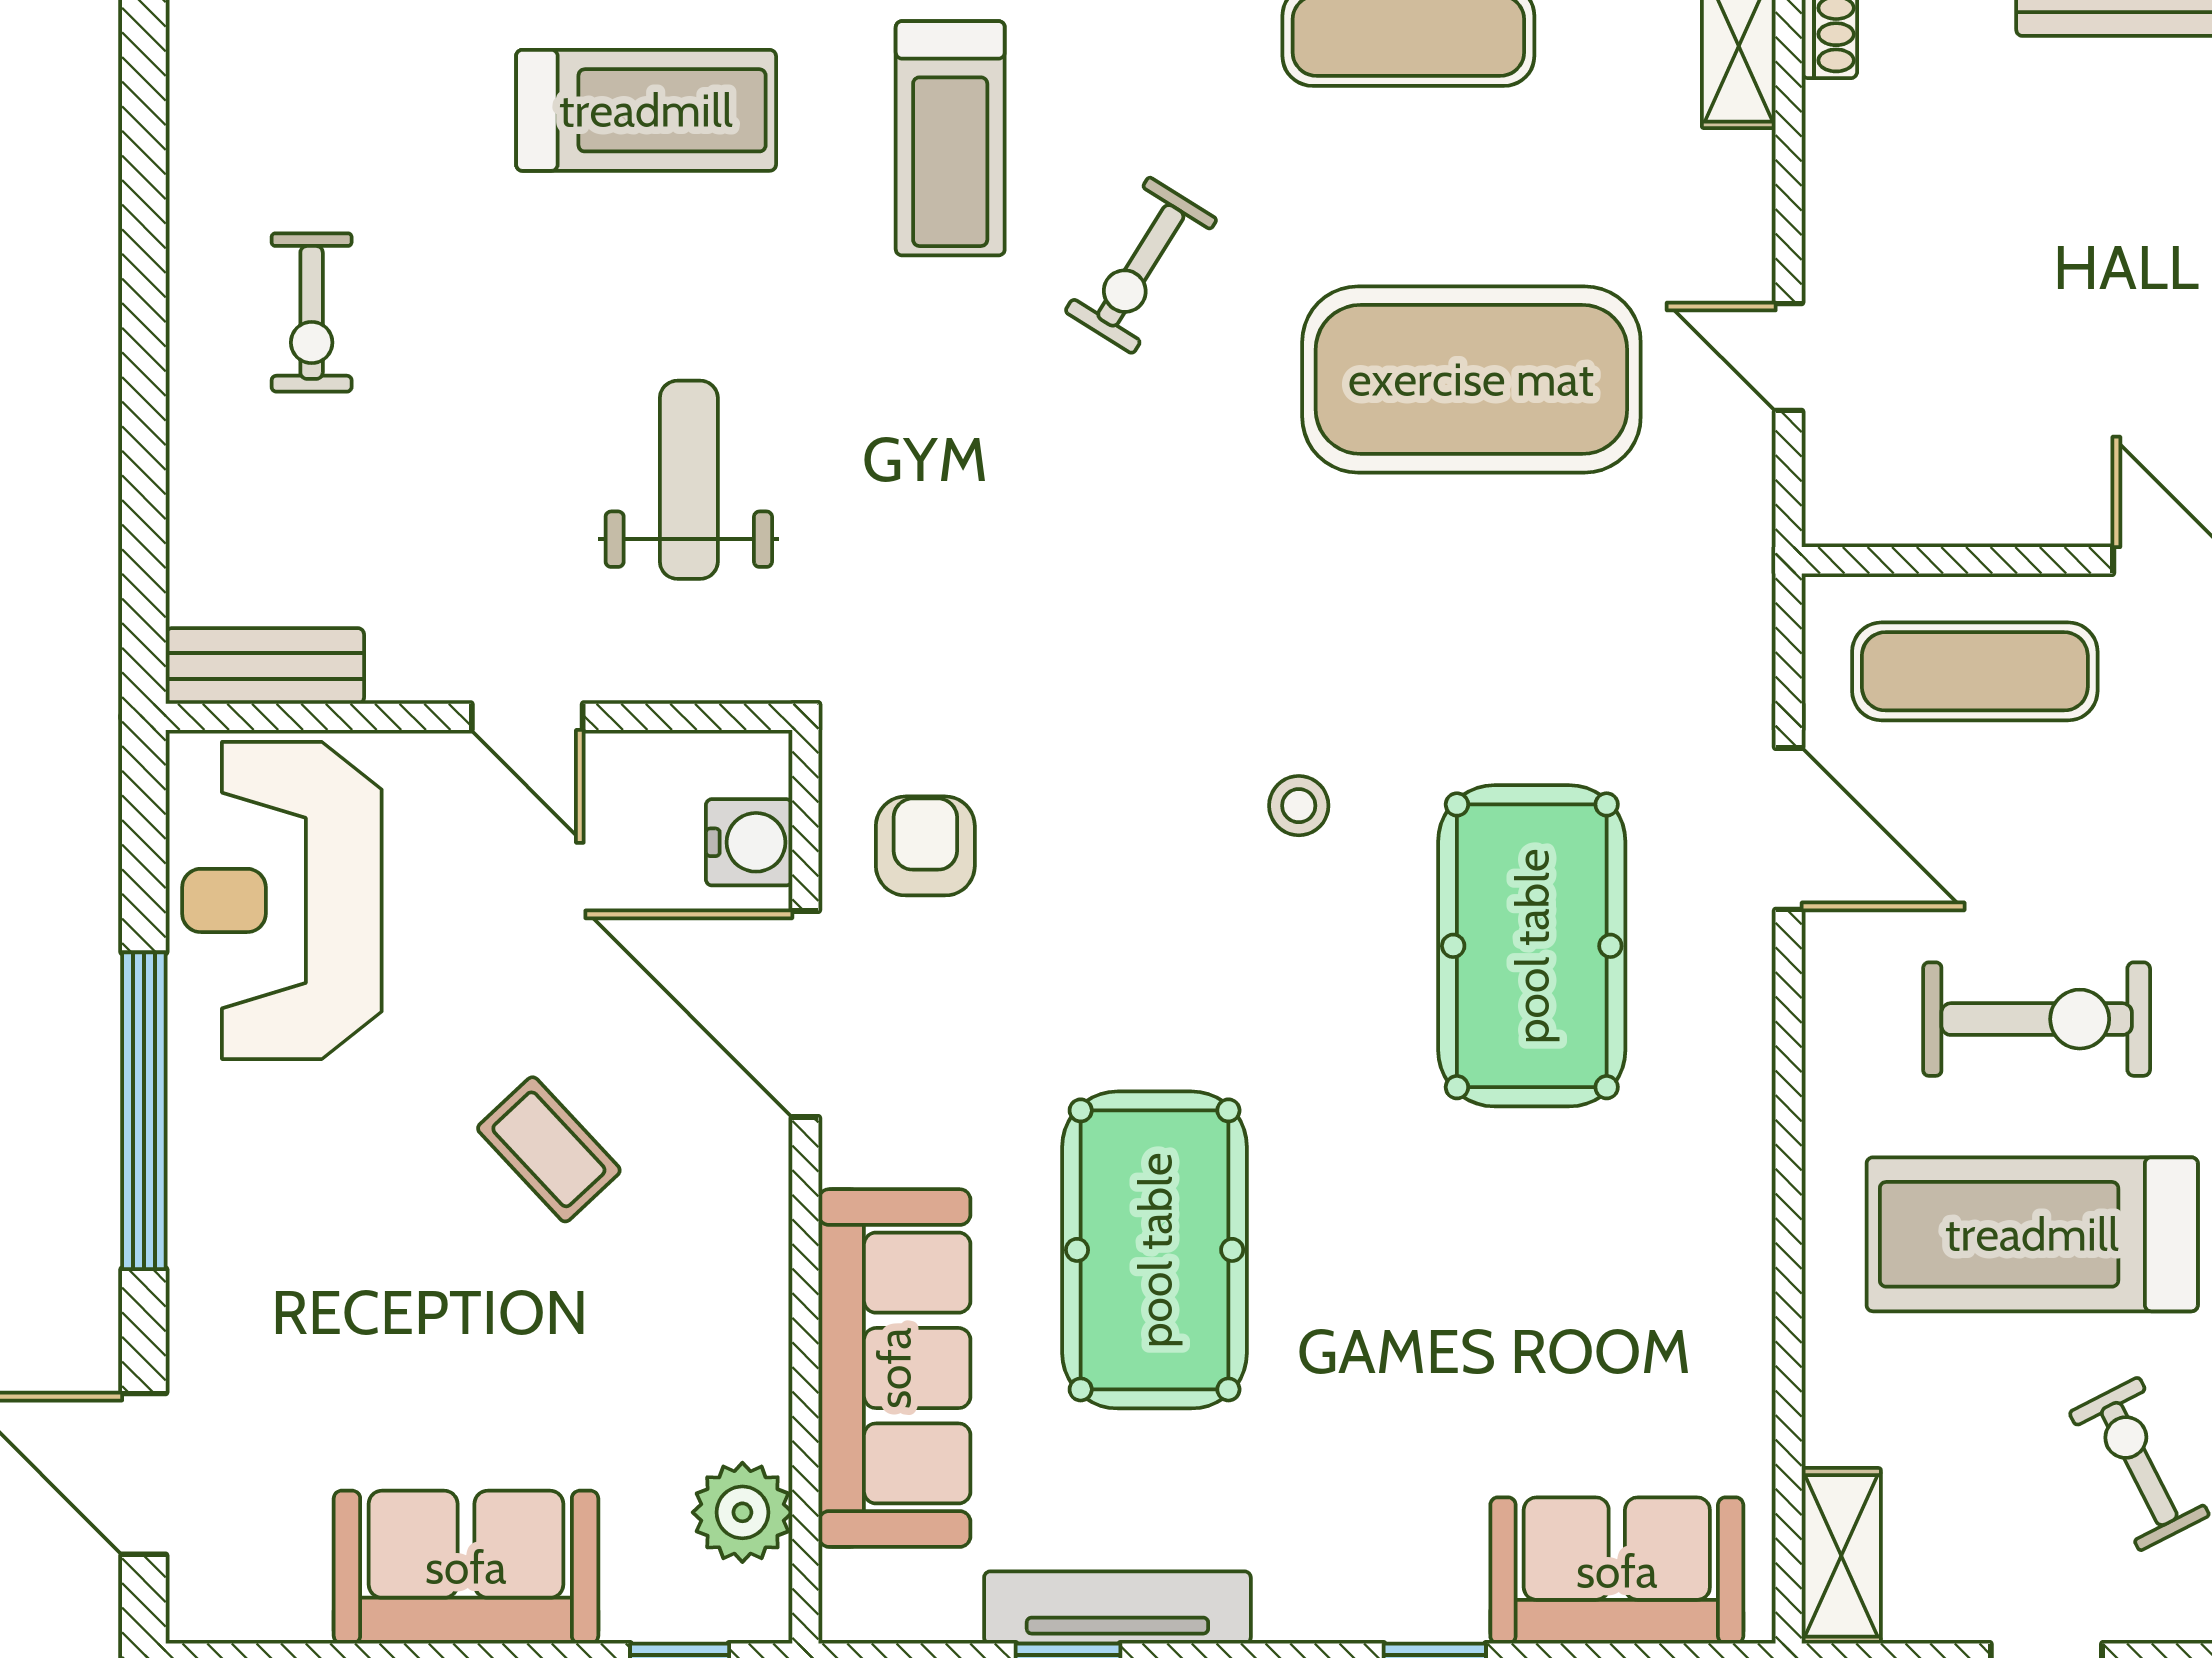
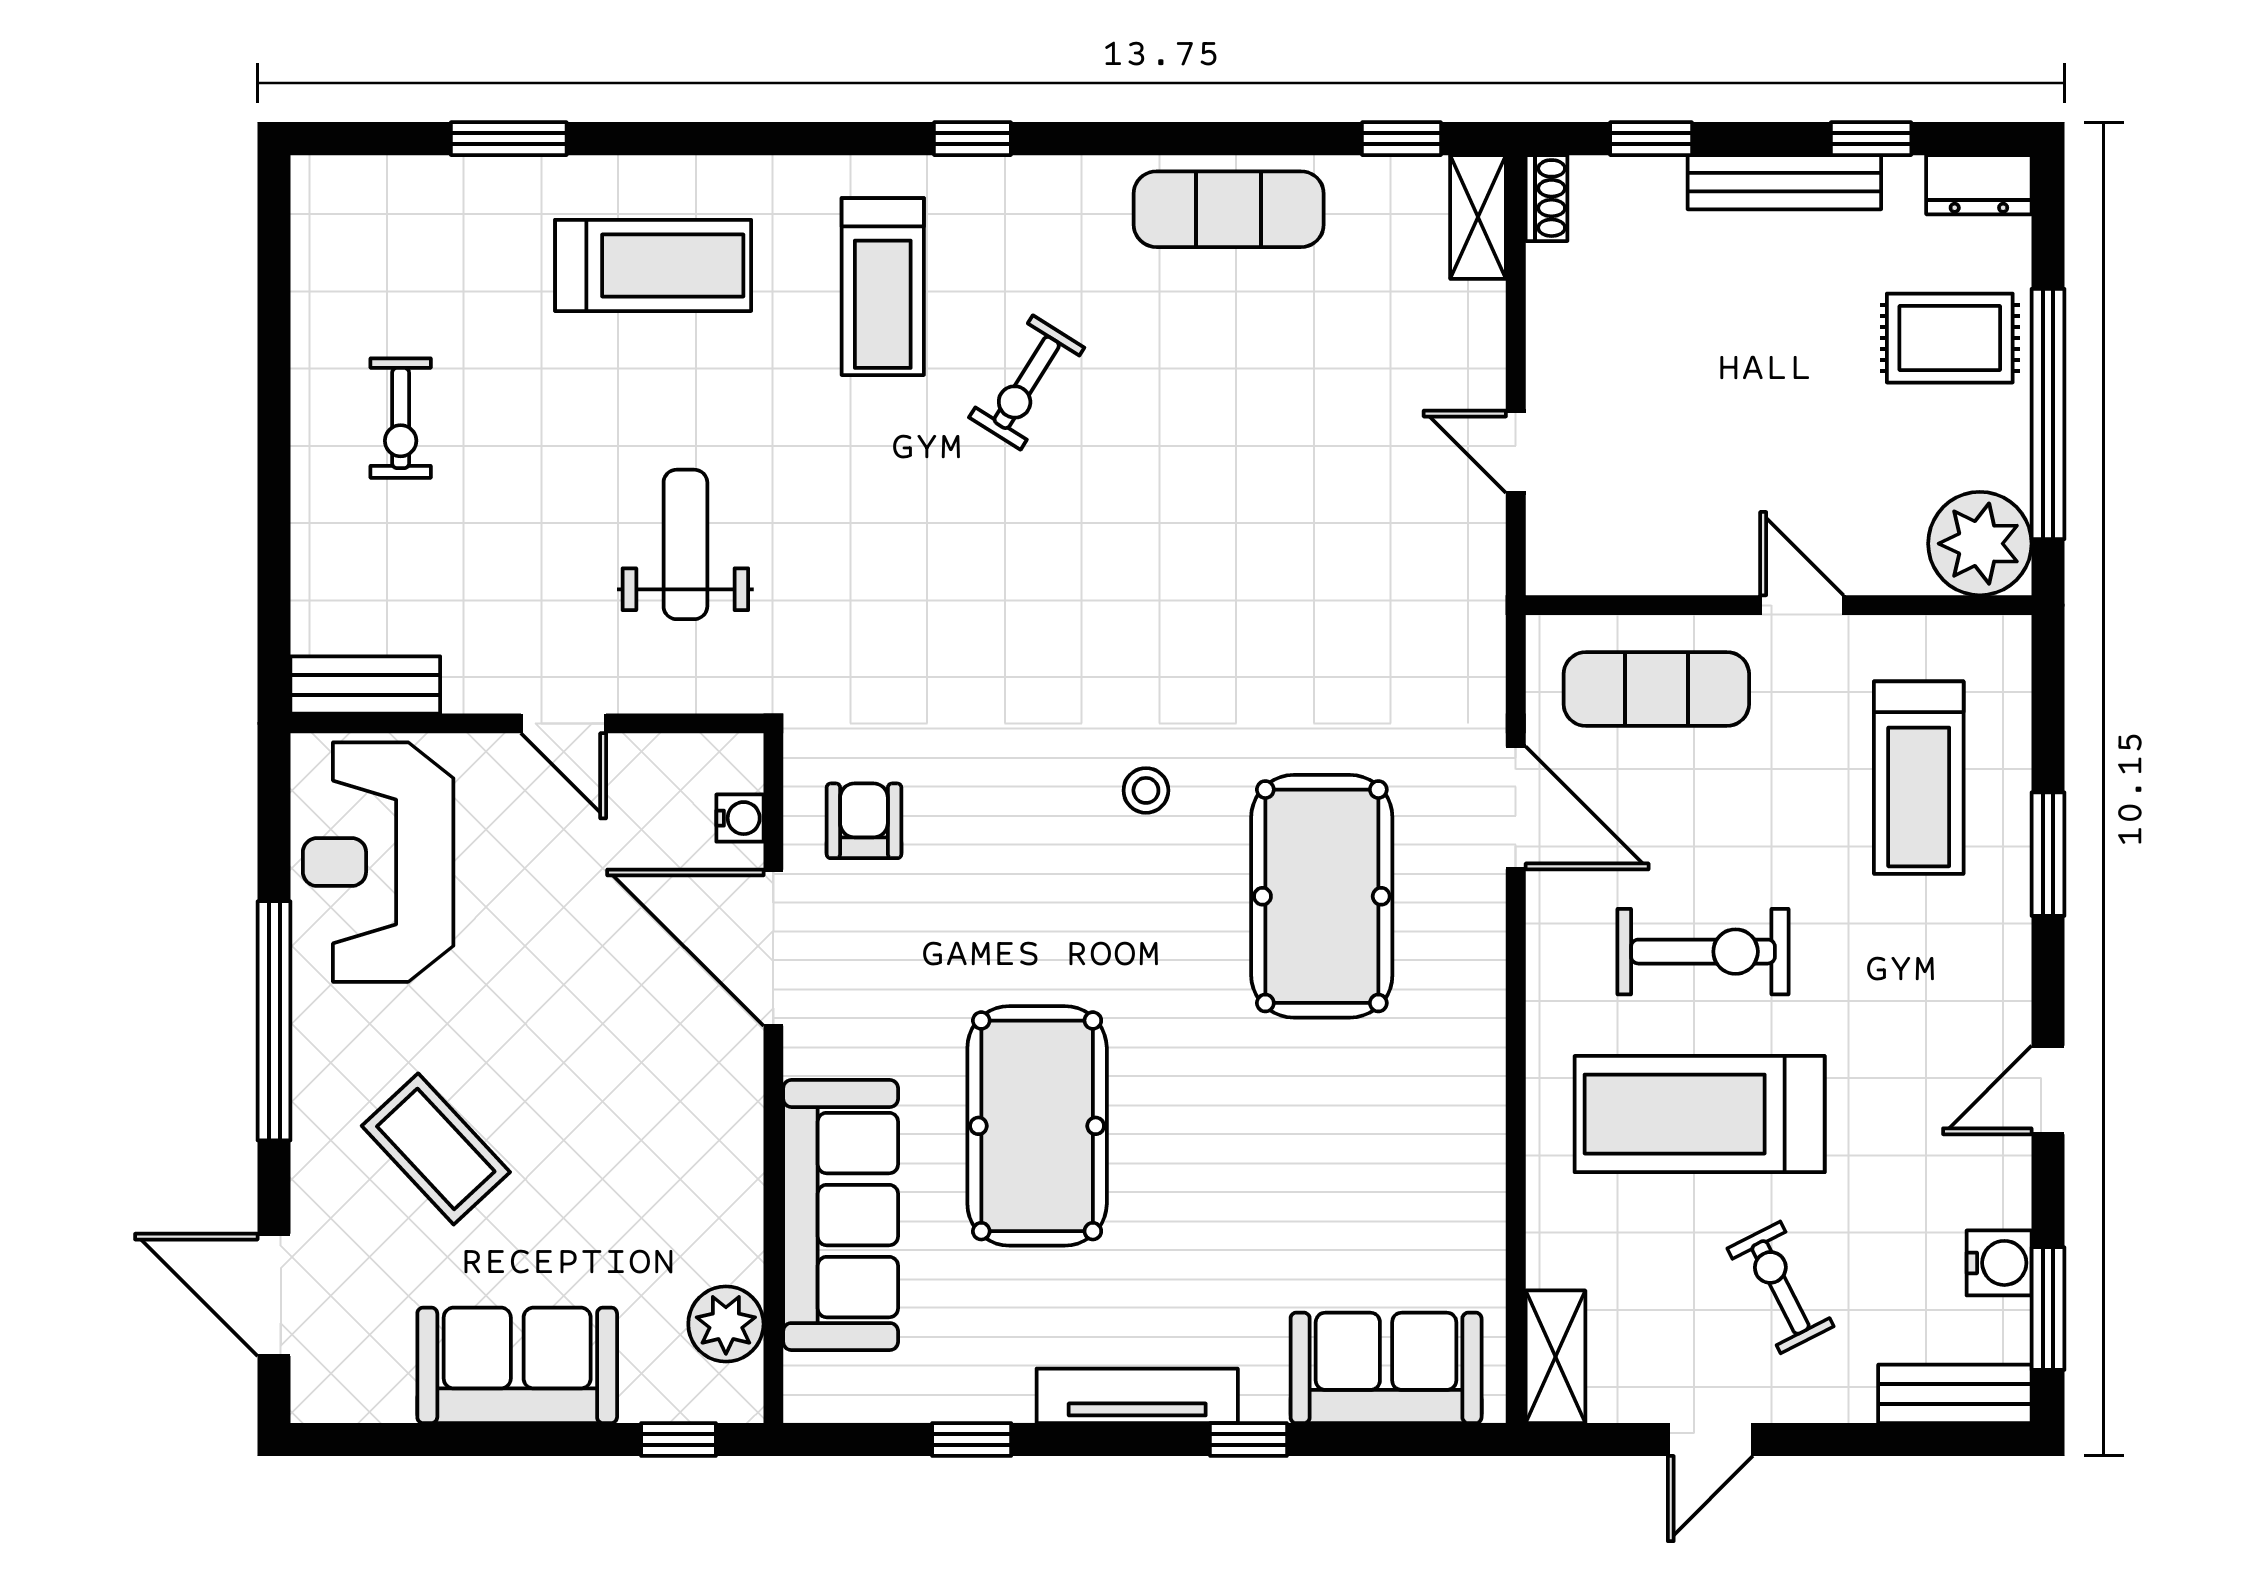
exercise mat: (1471, 379) -> (1276, 469), removed
water cooler: (749, 842) -> (740, 818), width x0.72, depth x0.72
coffee table: (549, 1149) -> (436, 1149), moved, width x1.36, depth x1.30
tv unit: (1117, 1608) -> (1137, 1396), moved

